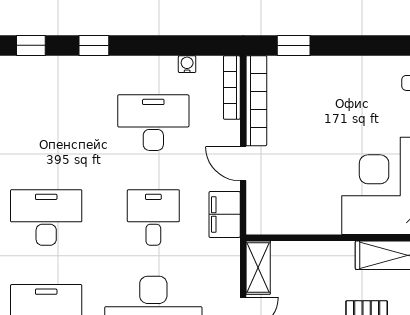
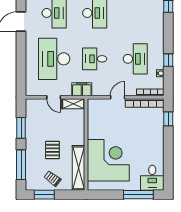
window: (94, 45) -> (168, 60), moved
filing cabinet: (225, 214) -> (82, 89), moved
desk: (153, 217) -> (95, 59), turned 180

